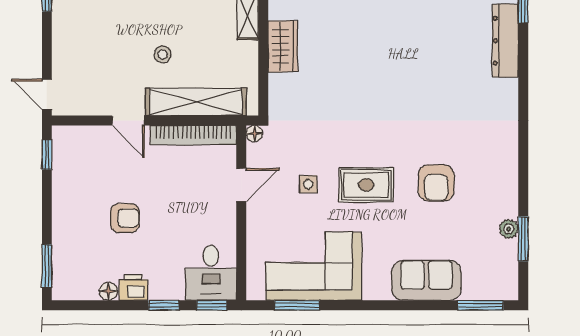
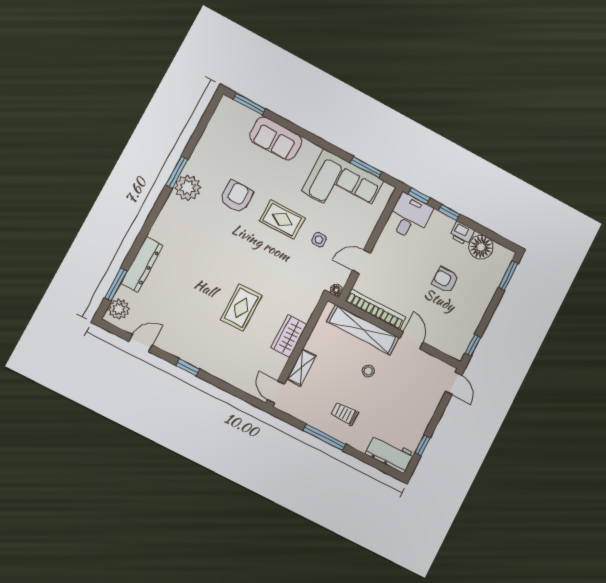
rug: (359, 51) -> (241, 308), added
plant: (509, 229) -> (188, 188), moved, width x1.88, depth x1.88
window: (523, 239) -> (177, 172), moved
floor lamp: (108, 291) -> (481, 247), width x1.89, depth x1.89

